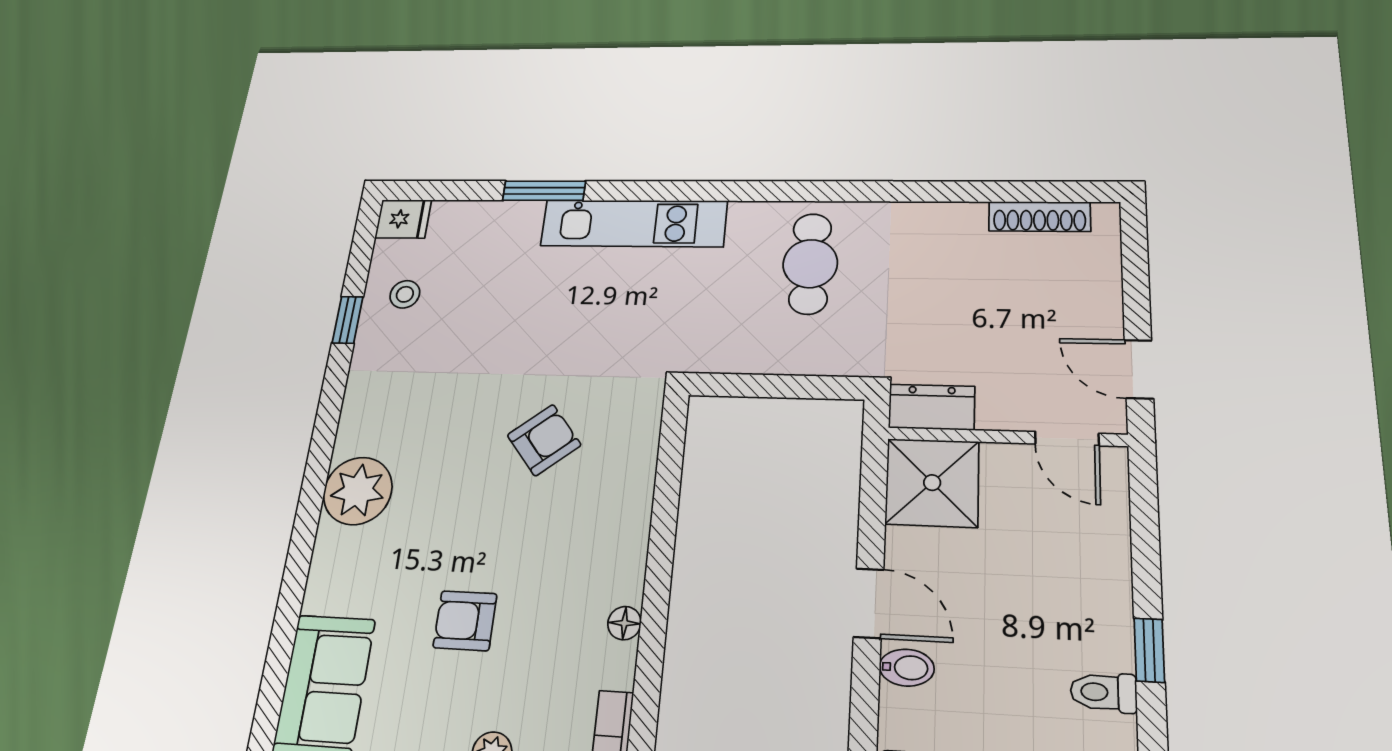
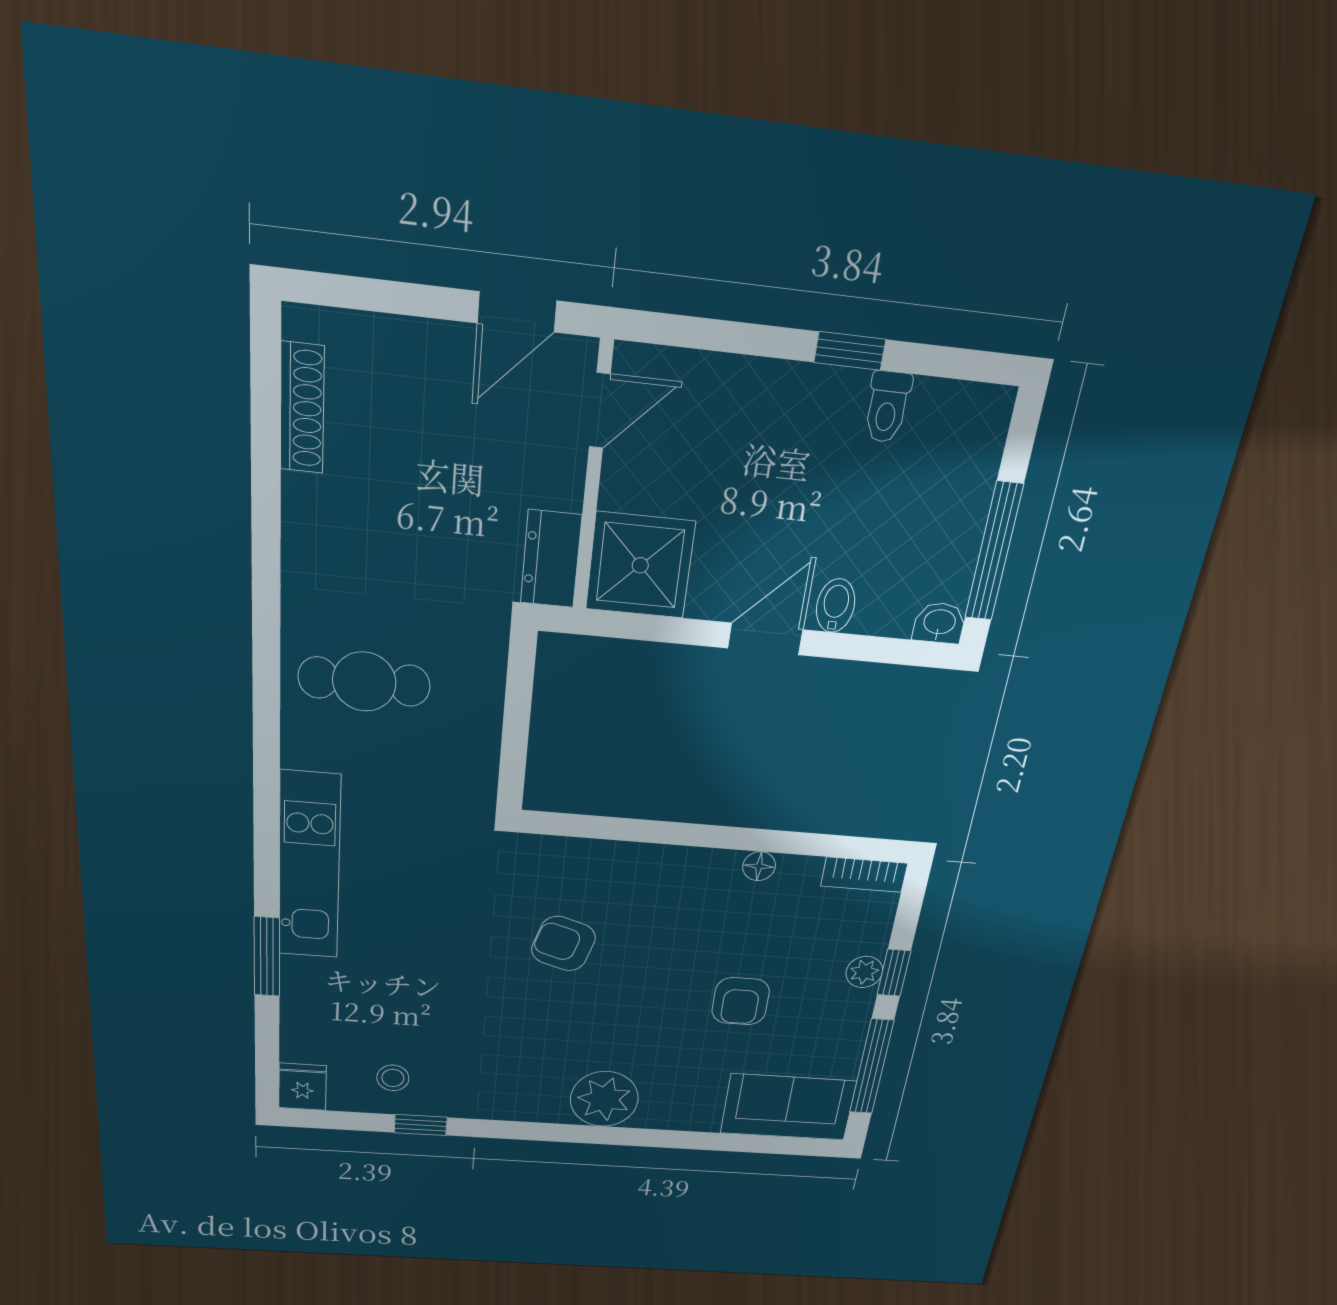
armchair: (544, 440) -> (563, 944), turned -34

